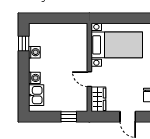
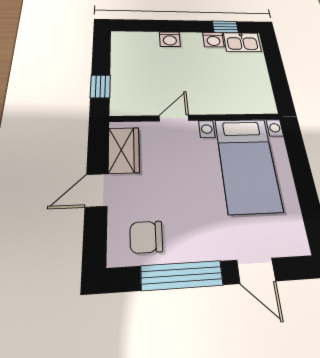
kitchen sink: (36, 95) -> (242, 42), moved
wardrobe: (98, 99) -> (124, 150), moved, turned -90

